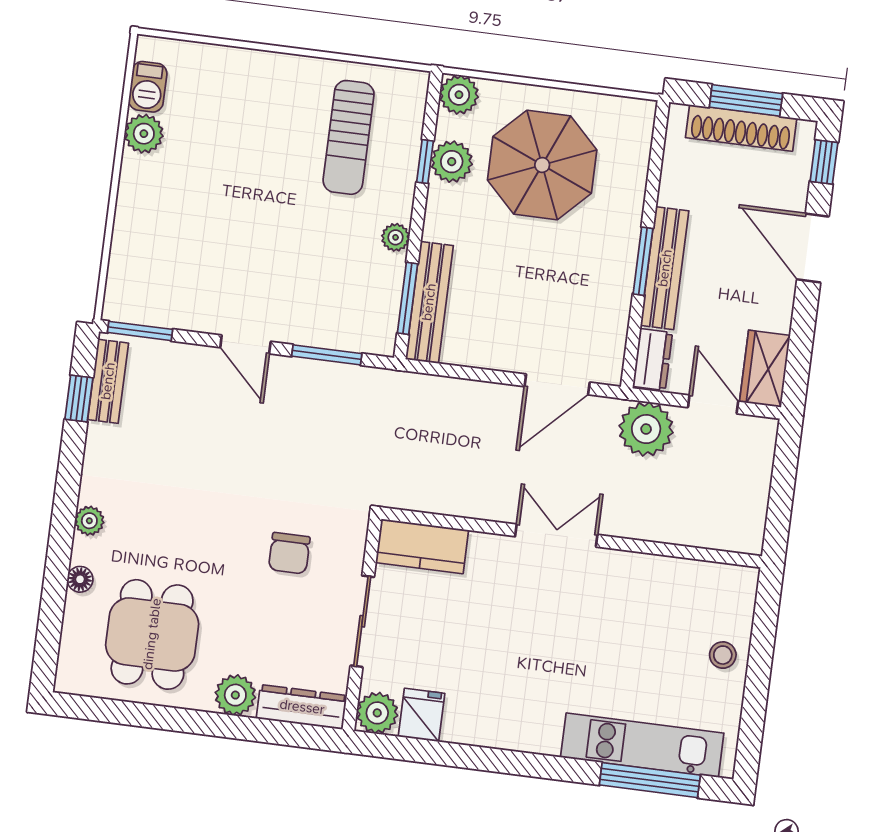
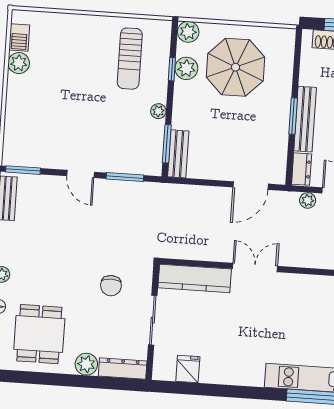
bench: (429, 302) -> (178, 154), width x0.73
plant: (646, 429) -> (308, 200), width x0.53, depth x0.53
kitchen counter: (422, 546) -> (195, 278), width x1.50
plant: (377, 713) -> (164, 369), removed

